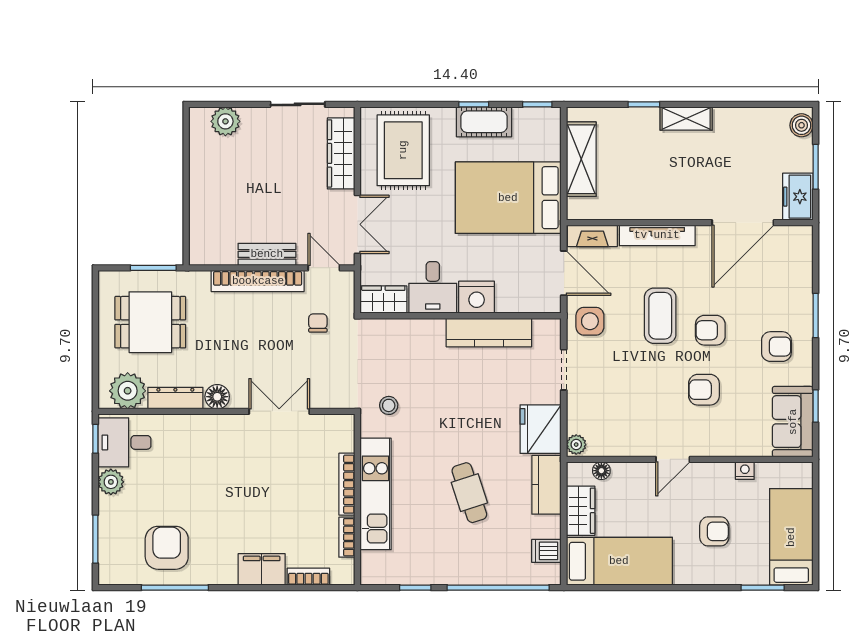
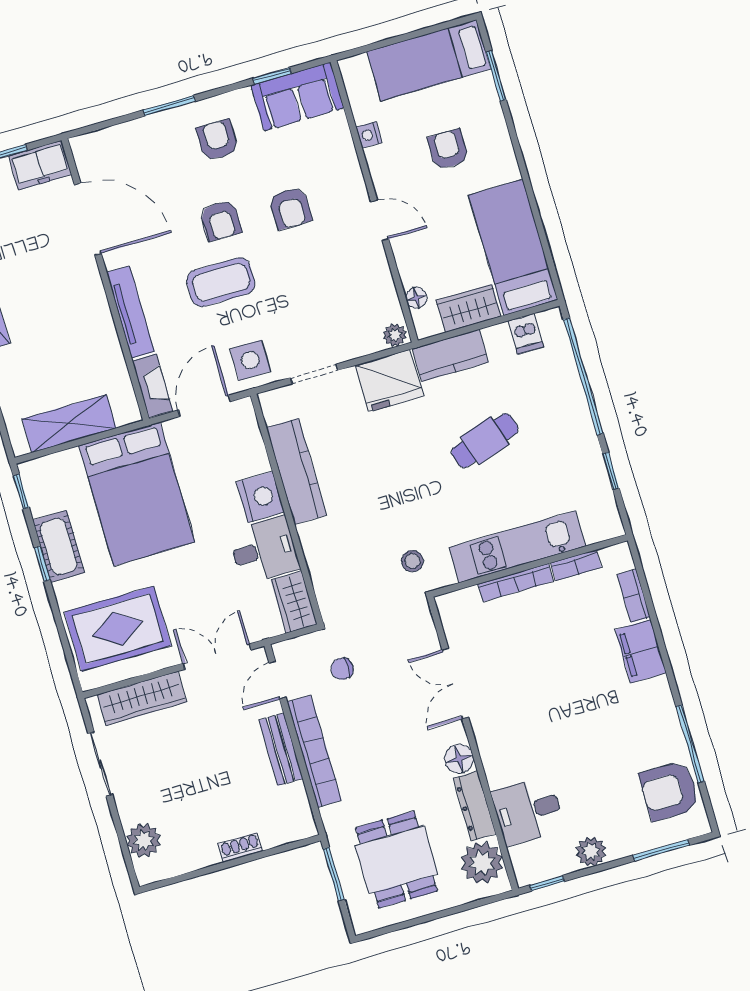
shoe rack: (197, 198) -> (240, 847), added
desk: (124, 442) -> (528, 811), moved, turned 90
armchair: (167, 548) -> (669, 791), moved

